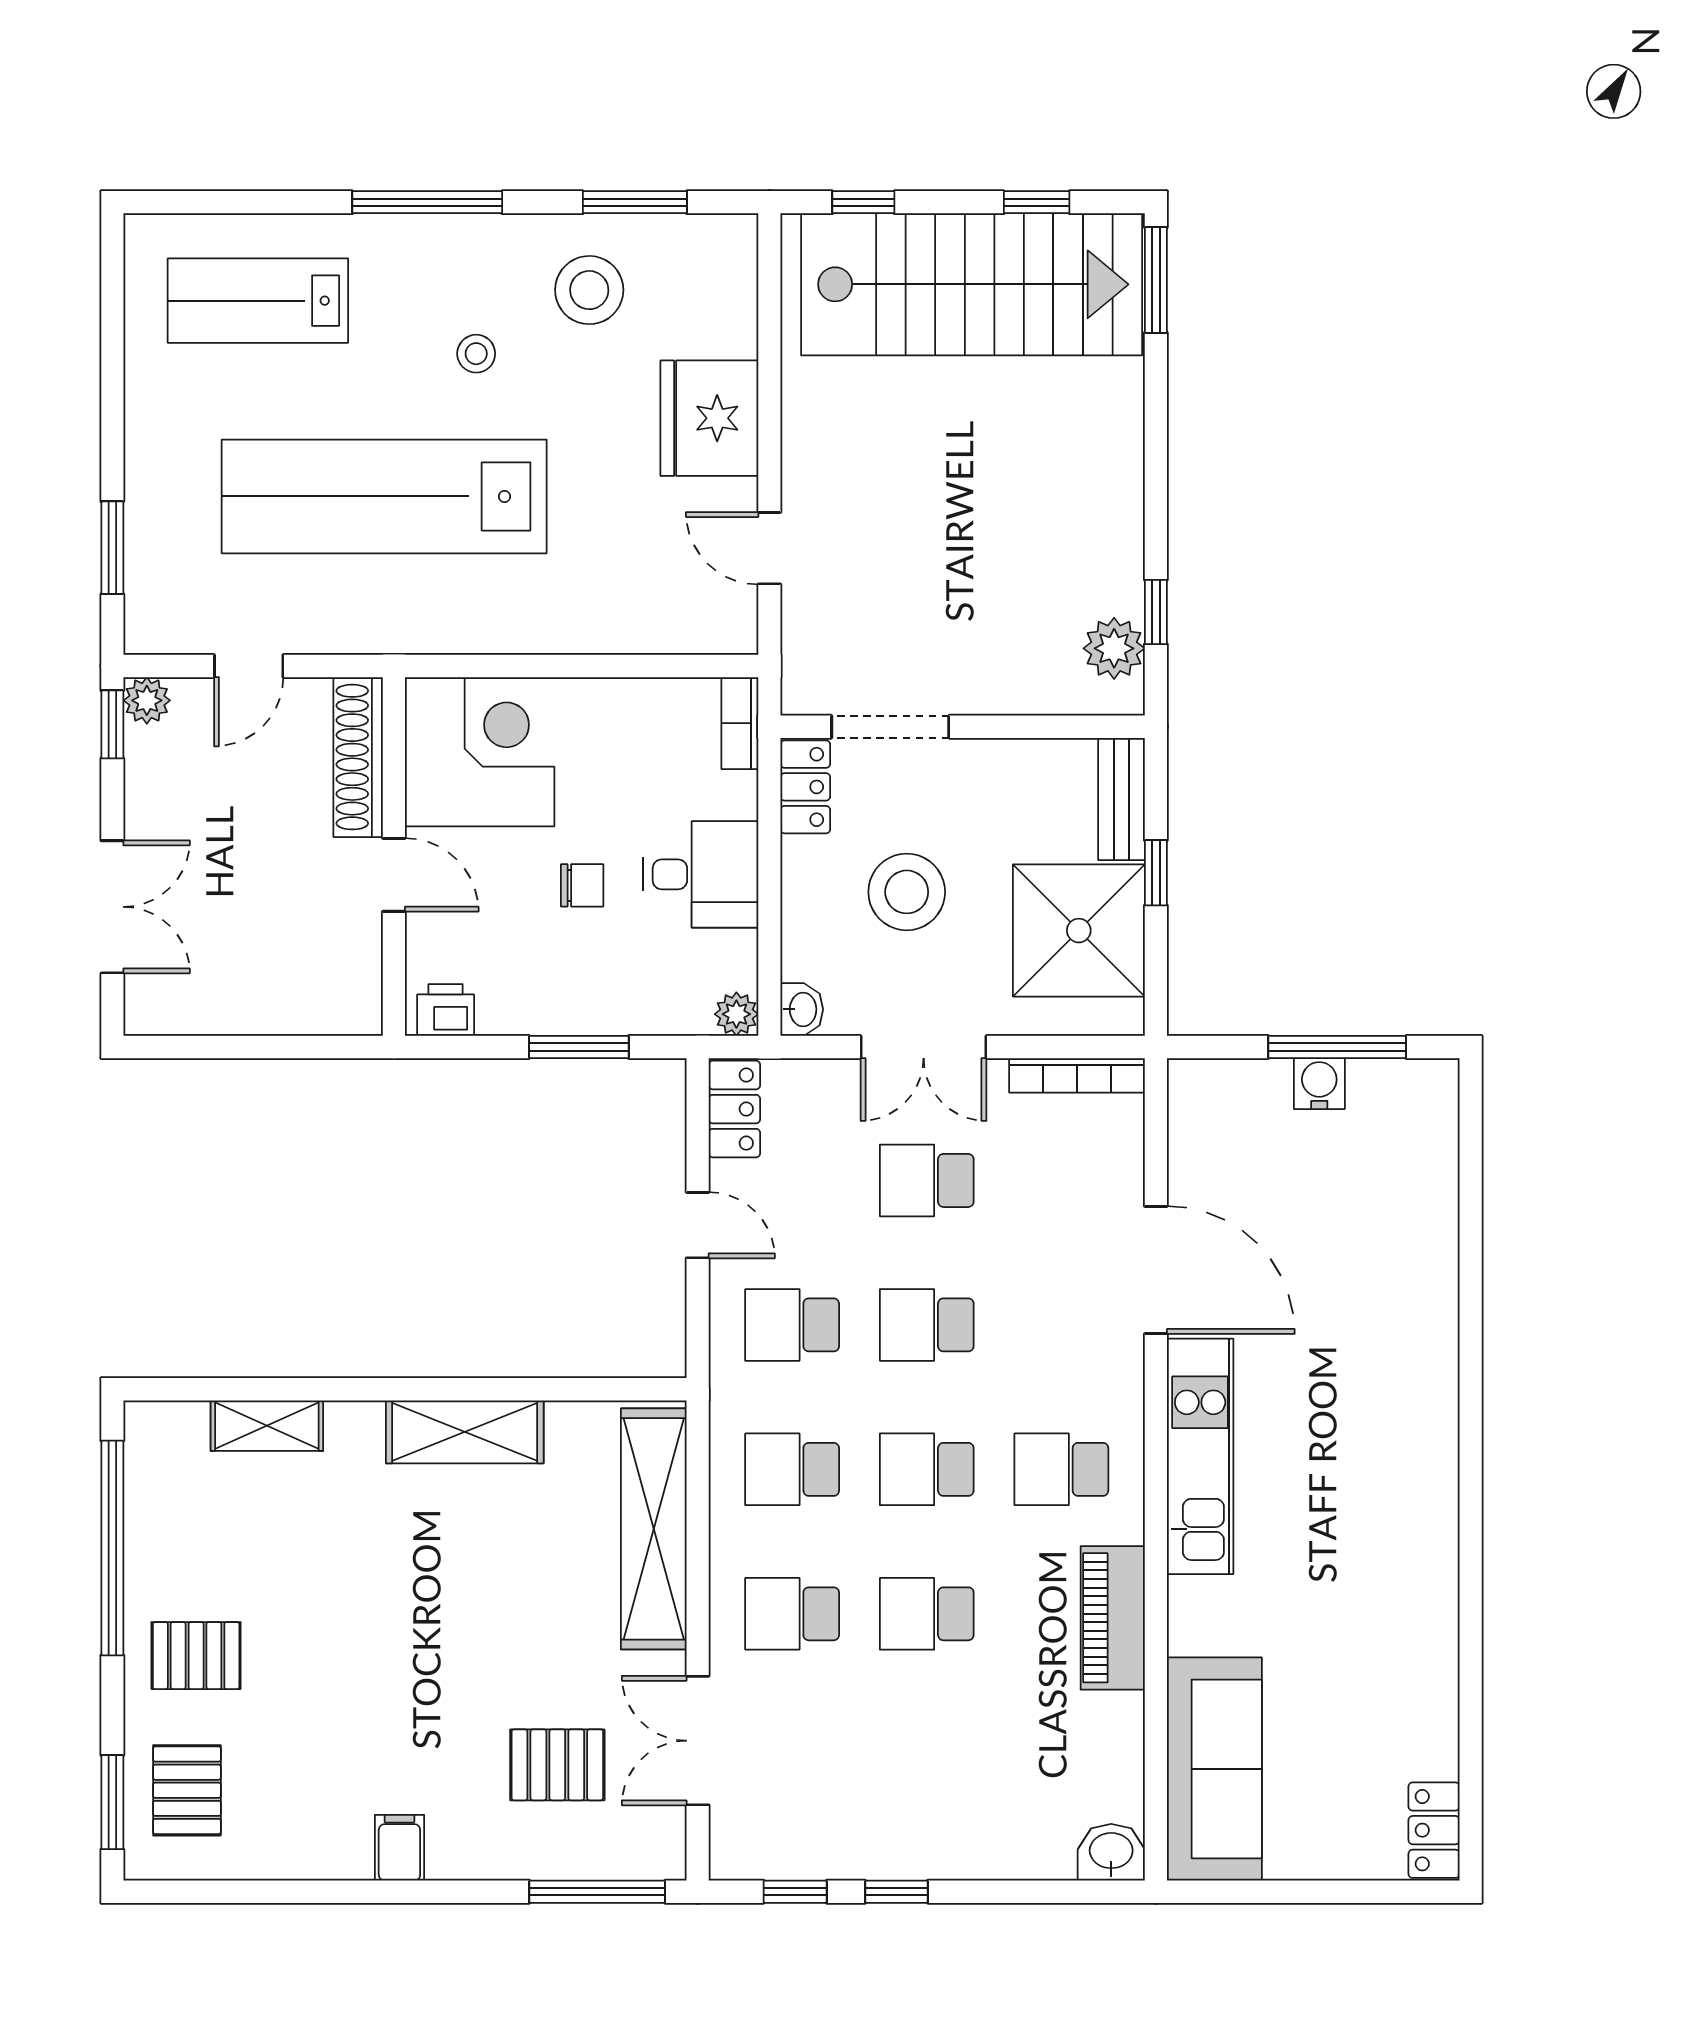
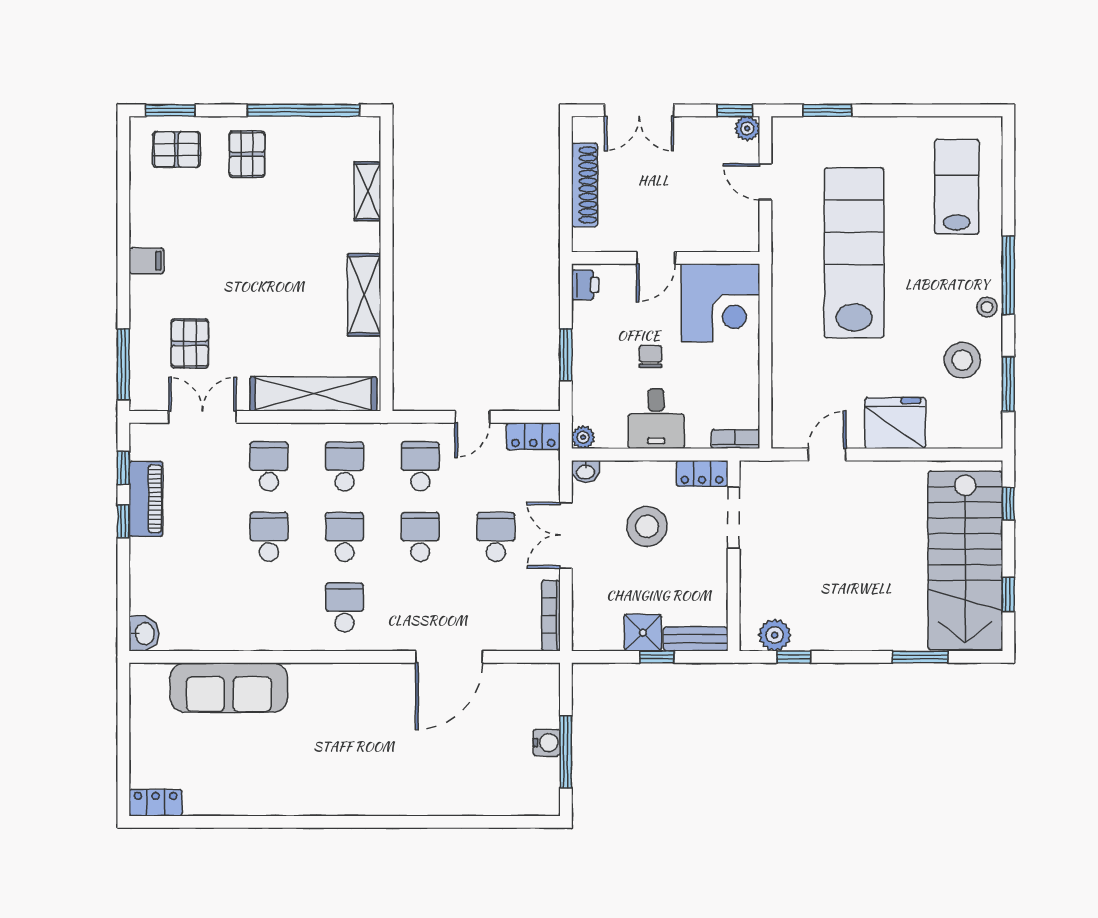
window: (1156, 280) -> (920, 657), moved
stool: (476, 354) -> (987, 307), moved
shoe rack: (358, 757) -> (585, 185), moved, turned 90
chair: (582, 885) -> (650, 356), turned 180
shower: (1079, 931) -> (643, 633), width x0.54, depth x0.54
kitchen unit: (1200, 1456) -> (351, 680), removed
piano: (1113, 1618) -> (146, 499), moved, turned 90
sofa: (1214, 1769) -> (229, 688), moved

